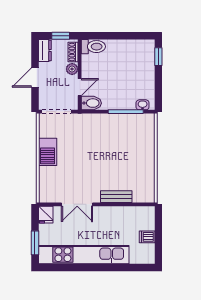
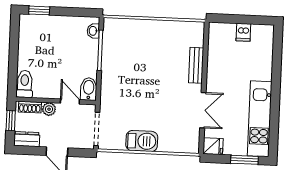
kitchen unit: (84, 255) -> (260, 119), width x0.73

